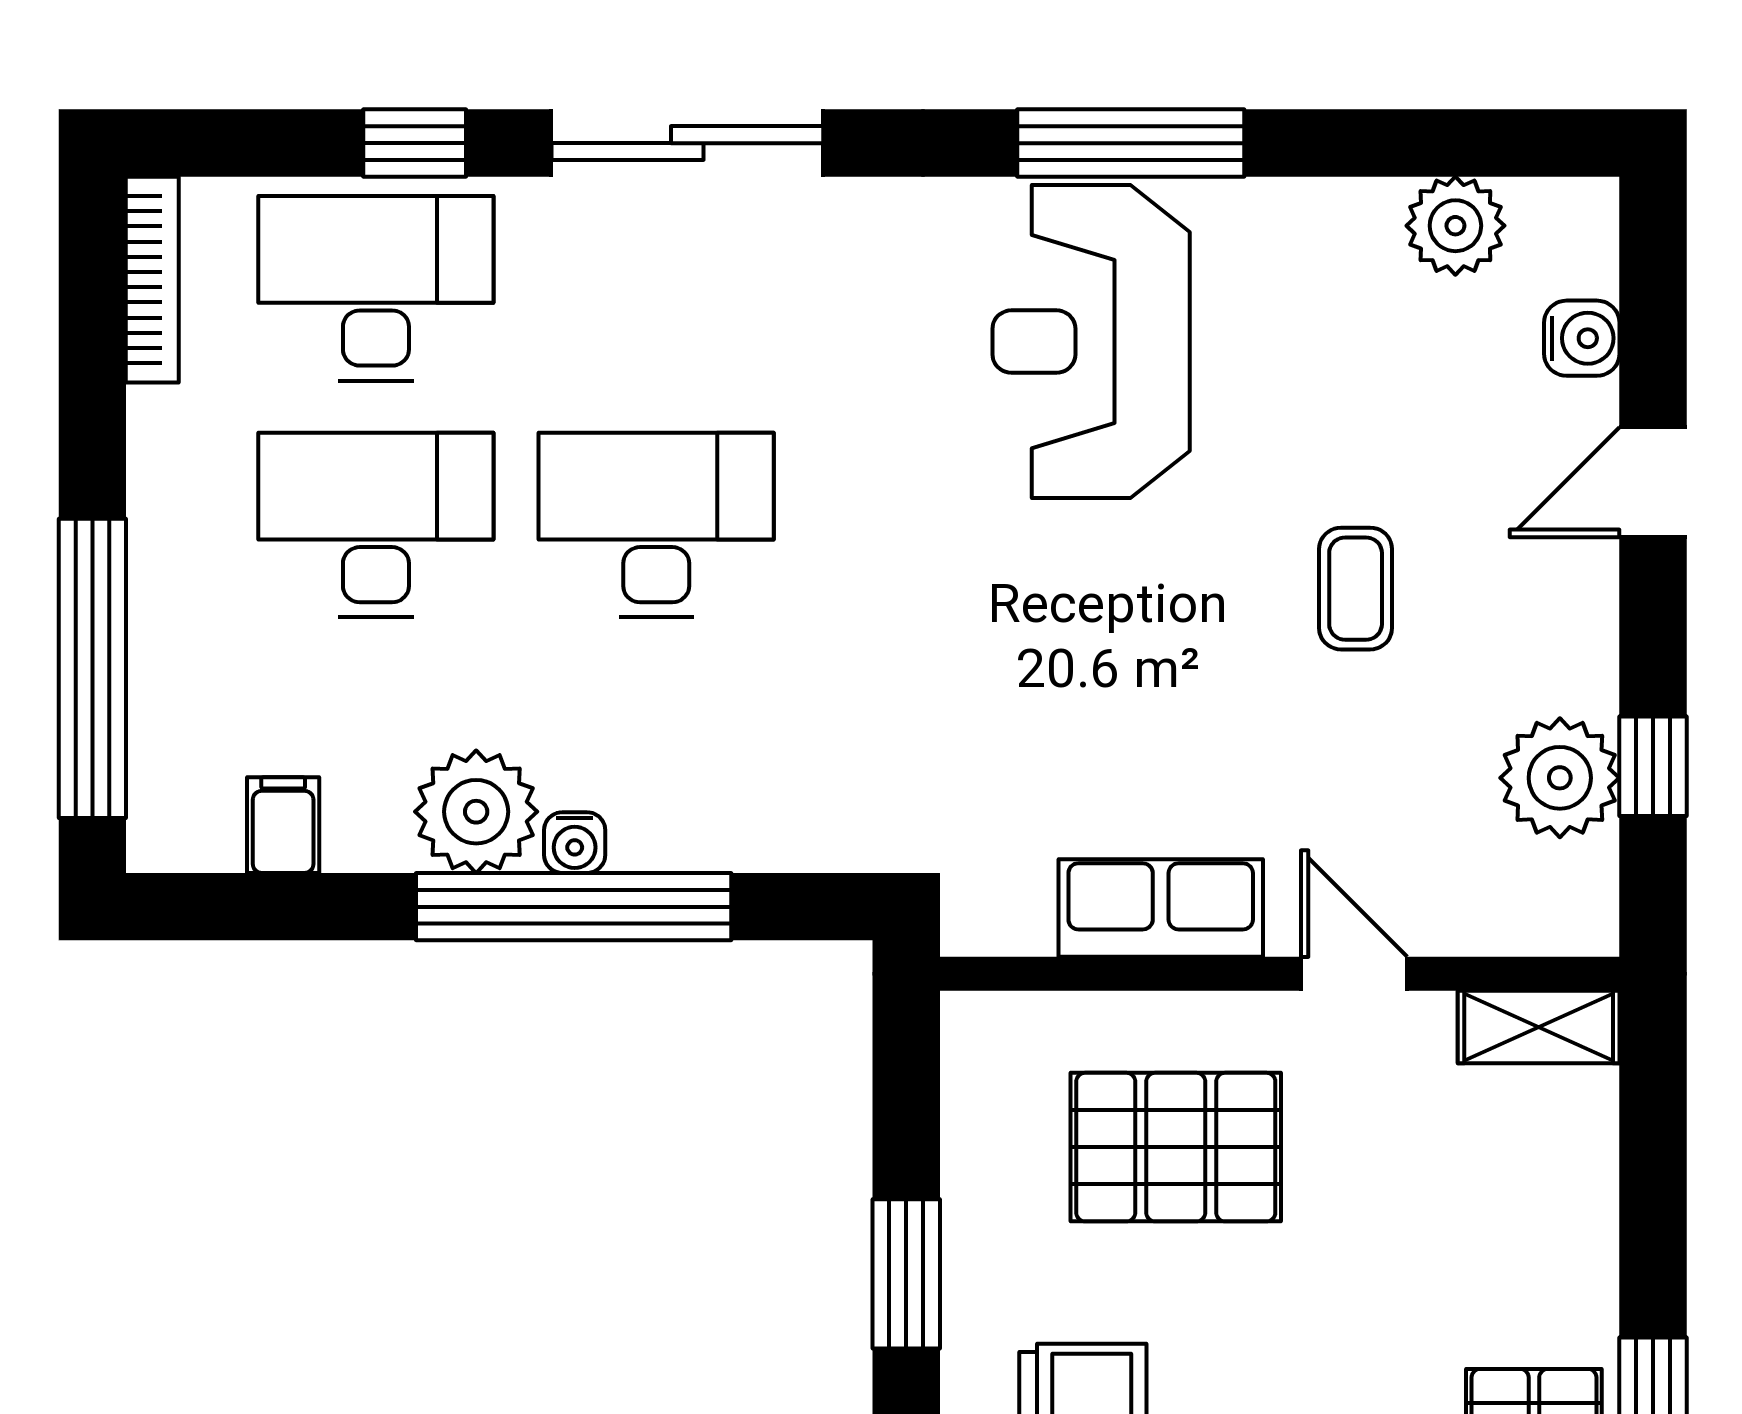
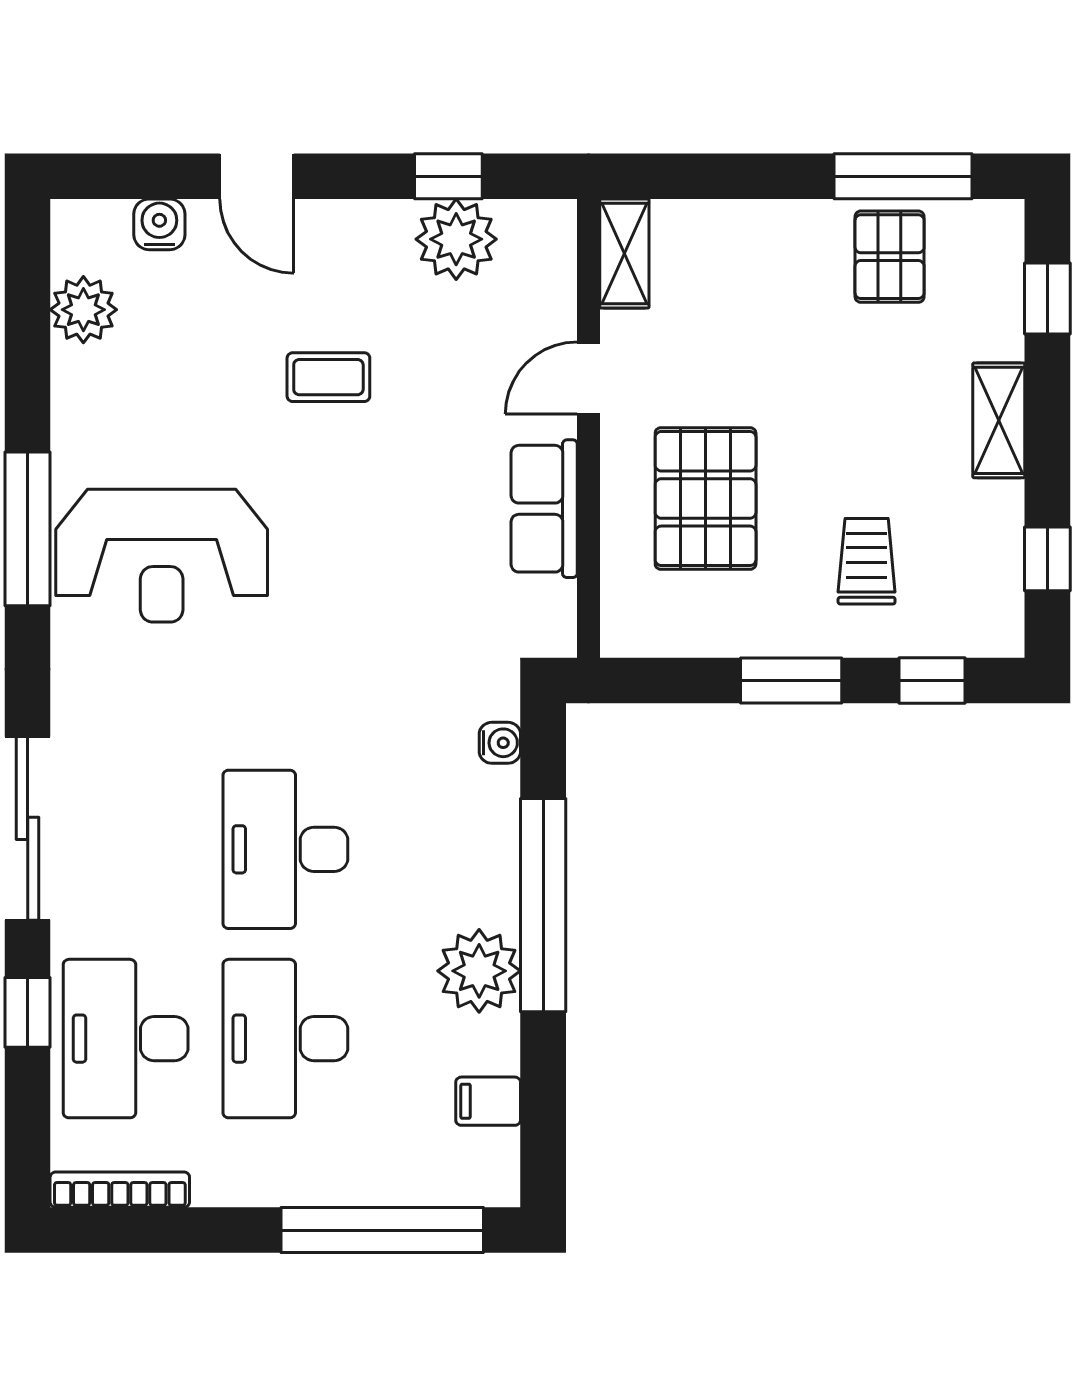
water cooler: (575, 843) -> (500, 743), moved

